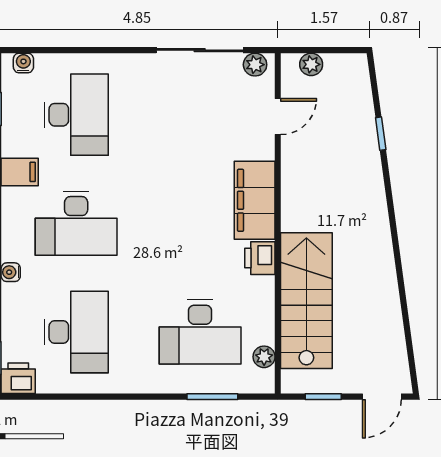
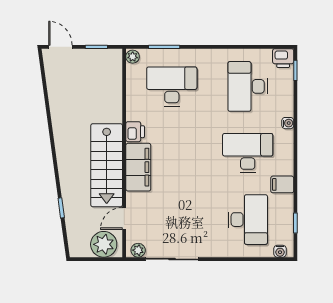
plant: (311, 64) -> (104, 244), width x1.88, depth x1.88
desk: (76, 115) -> (248, 220), turned 180
stairs: (306, 301) -> (107, 165), moved
plant: (264, 357) -> (133, 57), moved
door: (382, 397) -> (60, 47), hinge flipped

